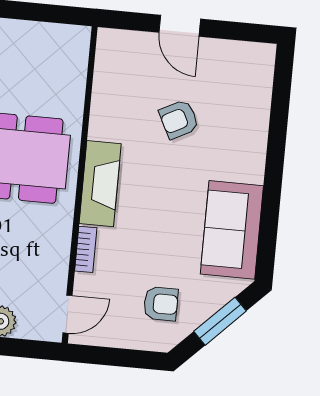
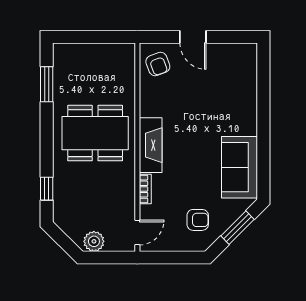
armchair: (179, 119) -> (158, 64), moved, turned -84

